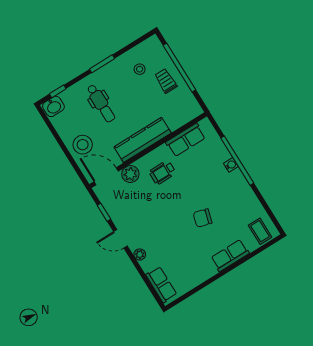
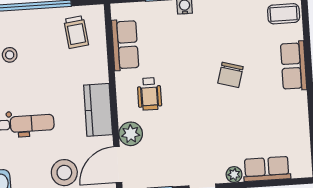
trolley: (166, 81) -> (76, 32), moved, turned -97
kitchen counter: (143, 140) -> (98, 110), width x0.67
row of seats: (161, 285) -> (267, 169), moved

